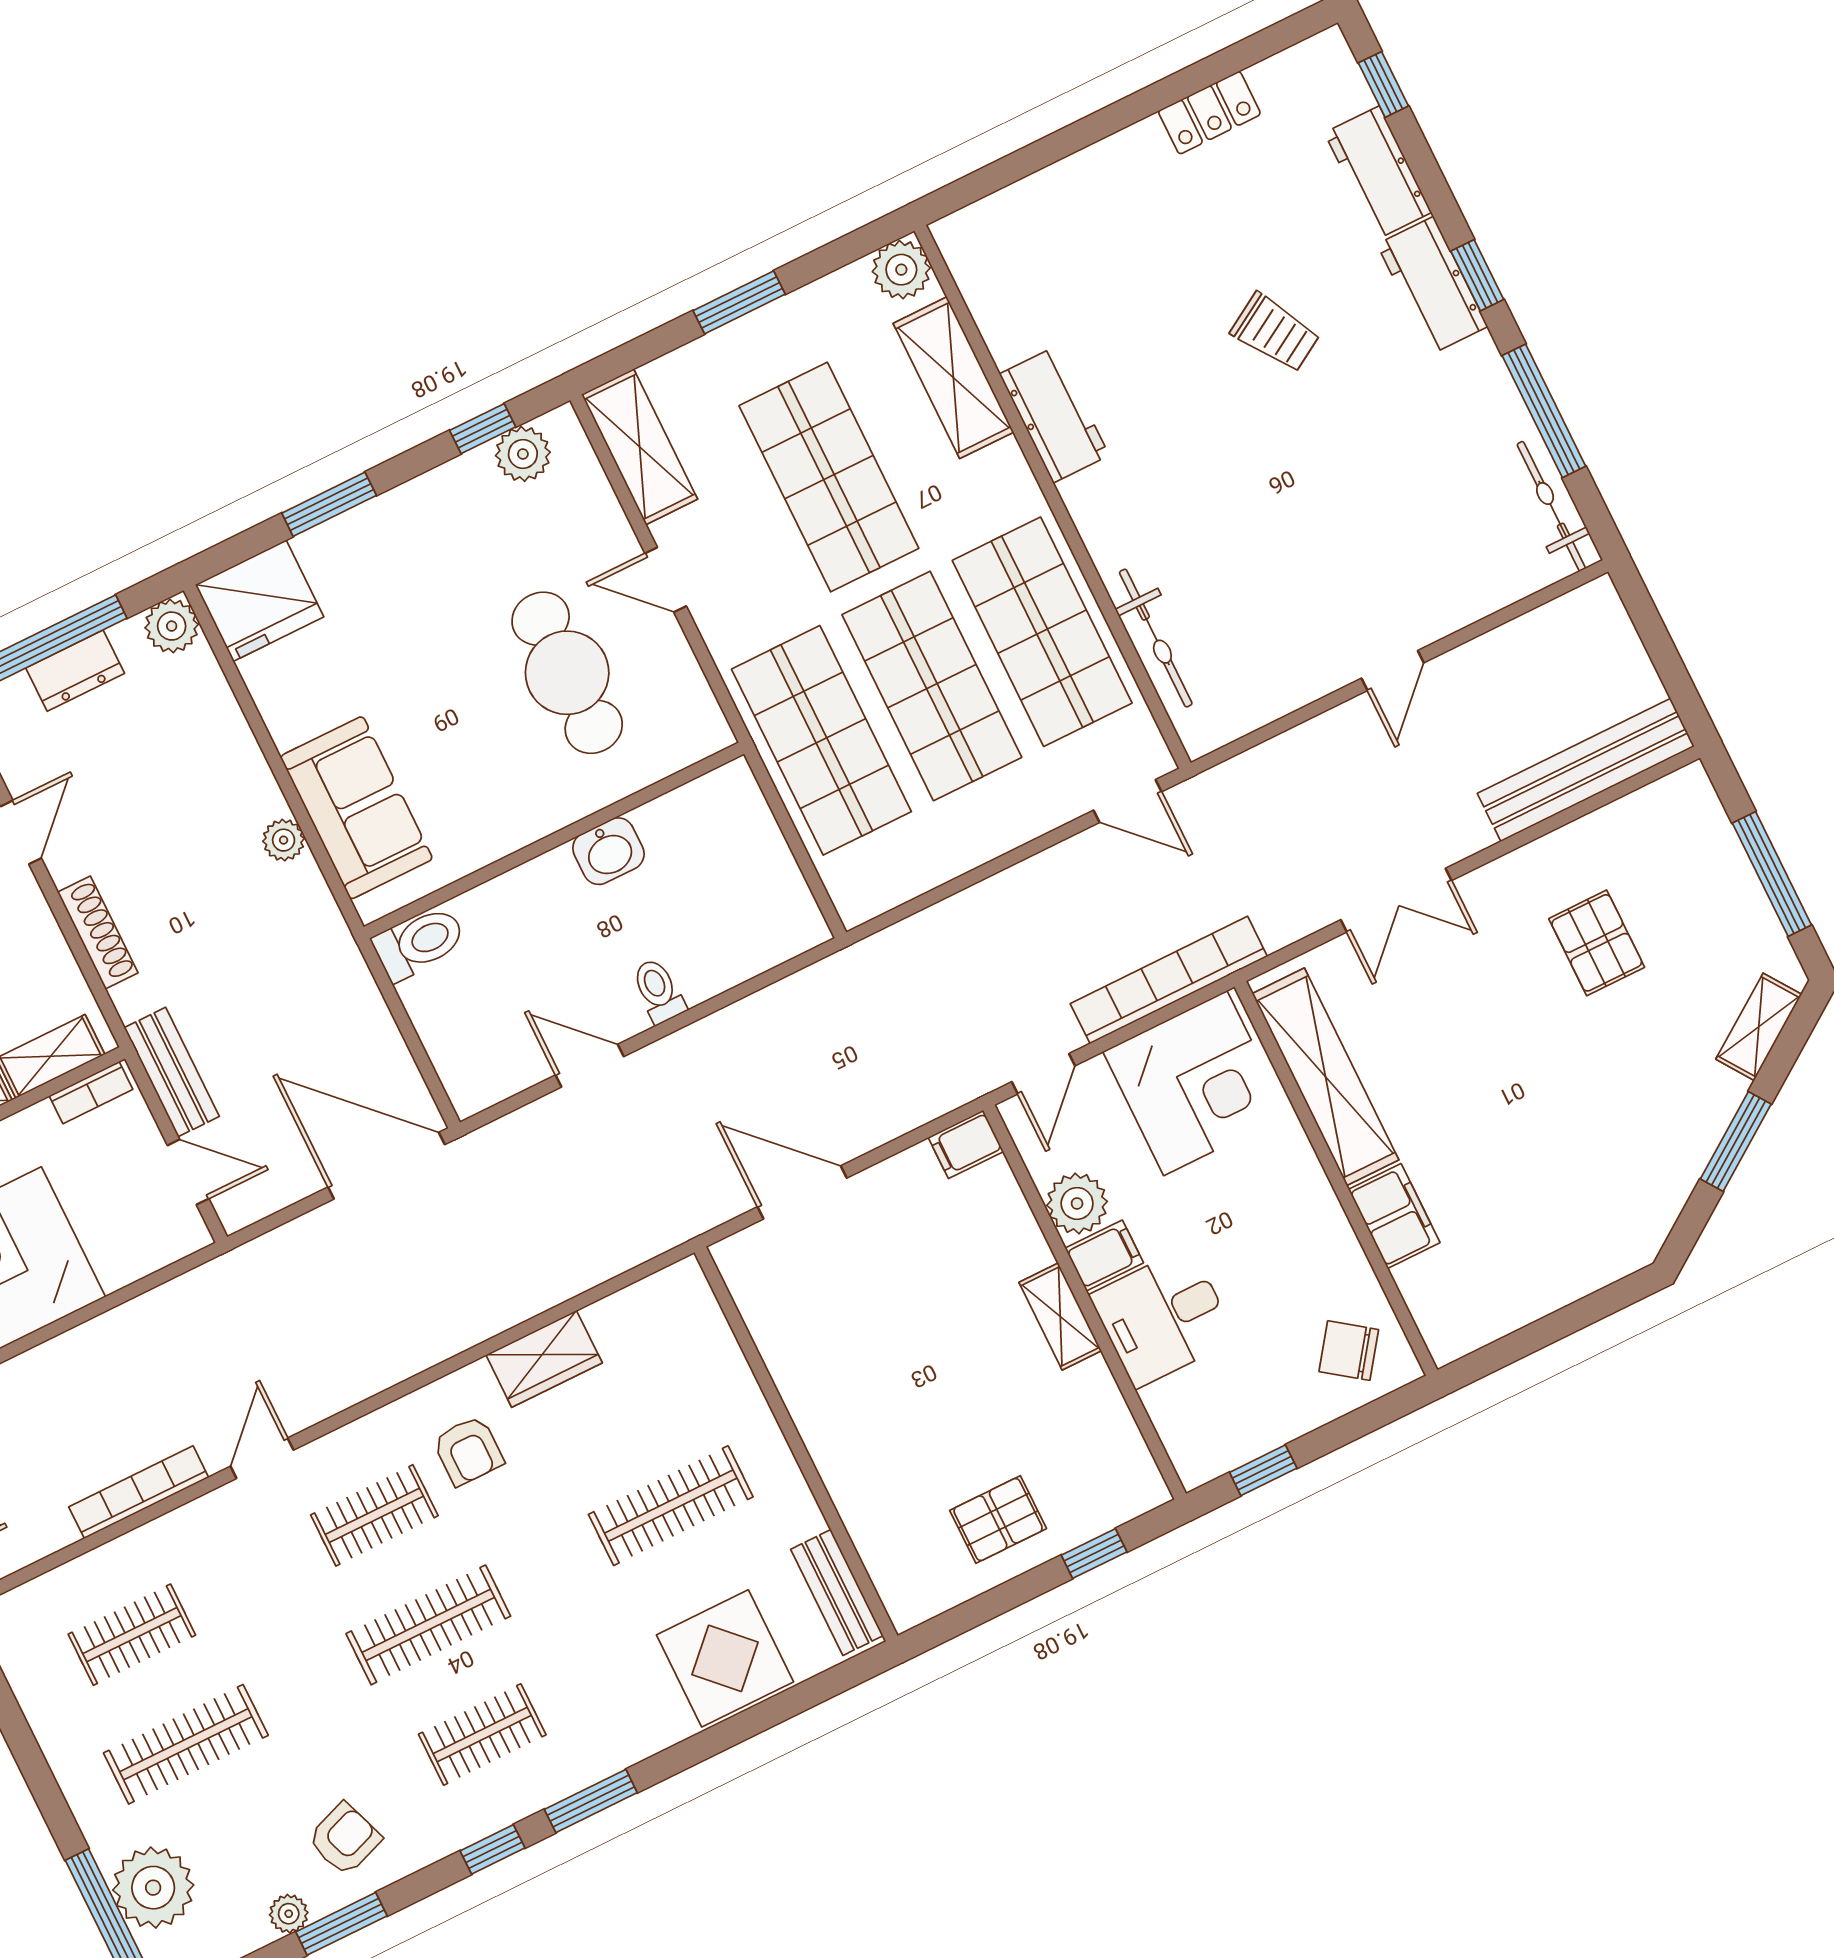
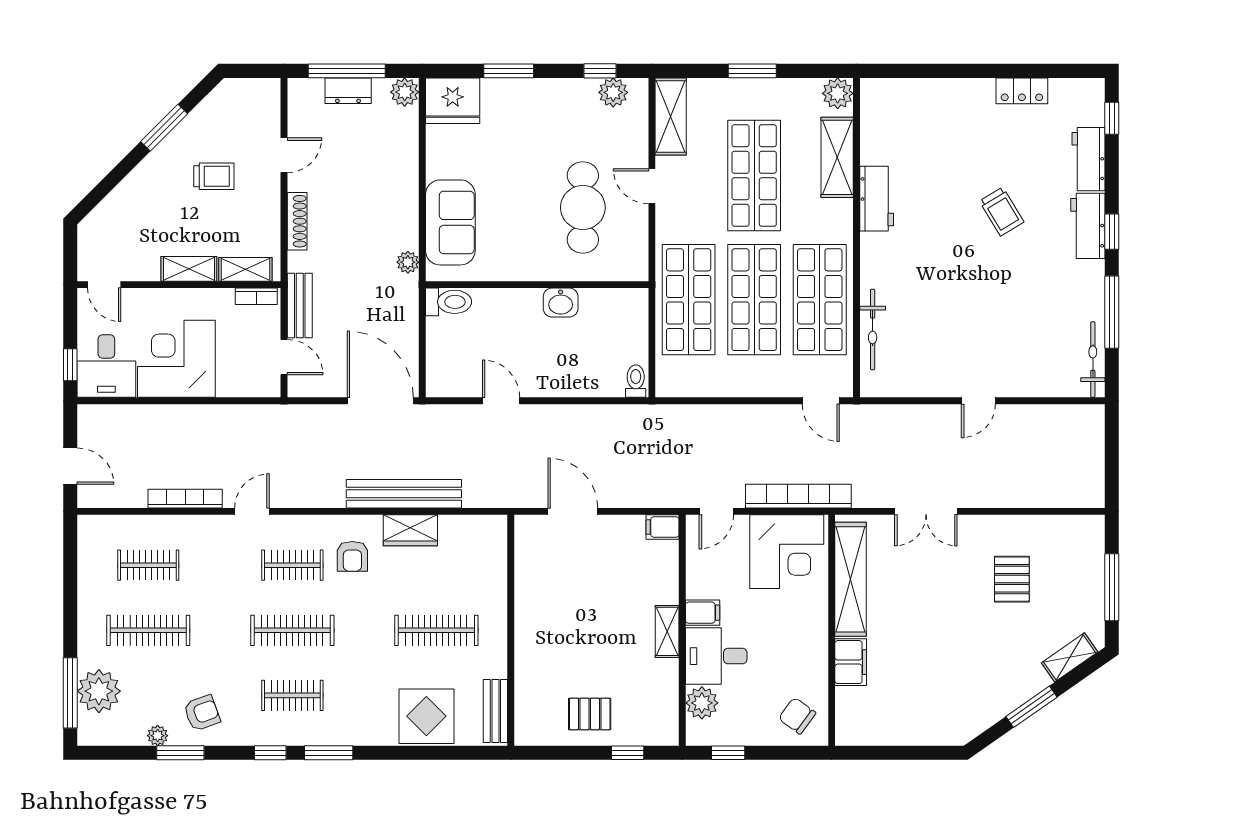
bench: (1586, 770) -> (404, 494), moved
plant: (284, 840) -> (408, 262), moved
toilet: (658, 991) -> (636, 381), moved
plant: (1077, 1203) -> (702, 703), moved

